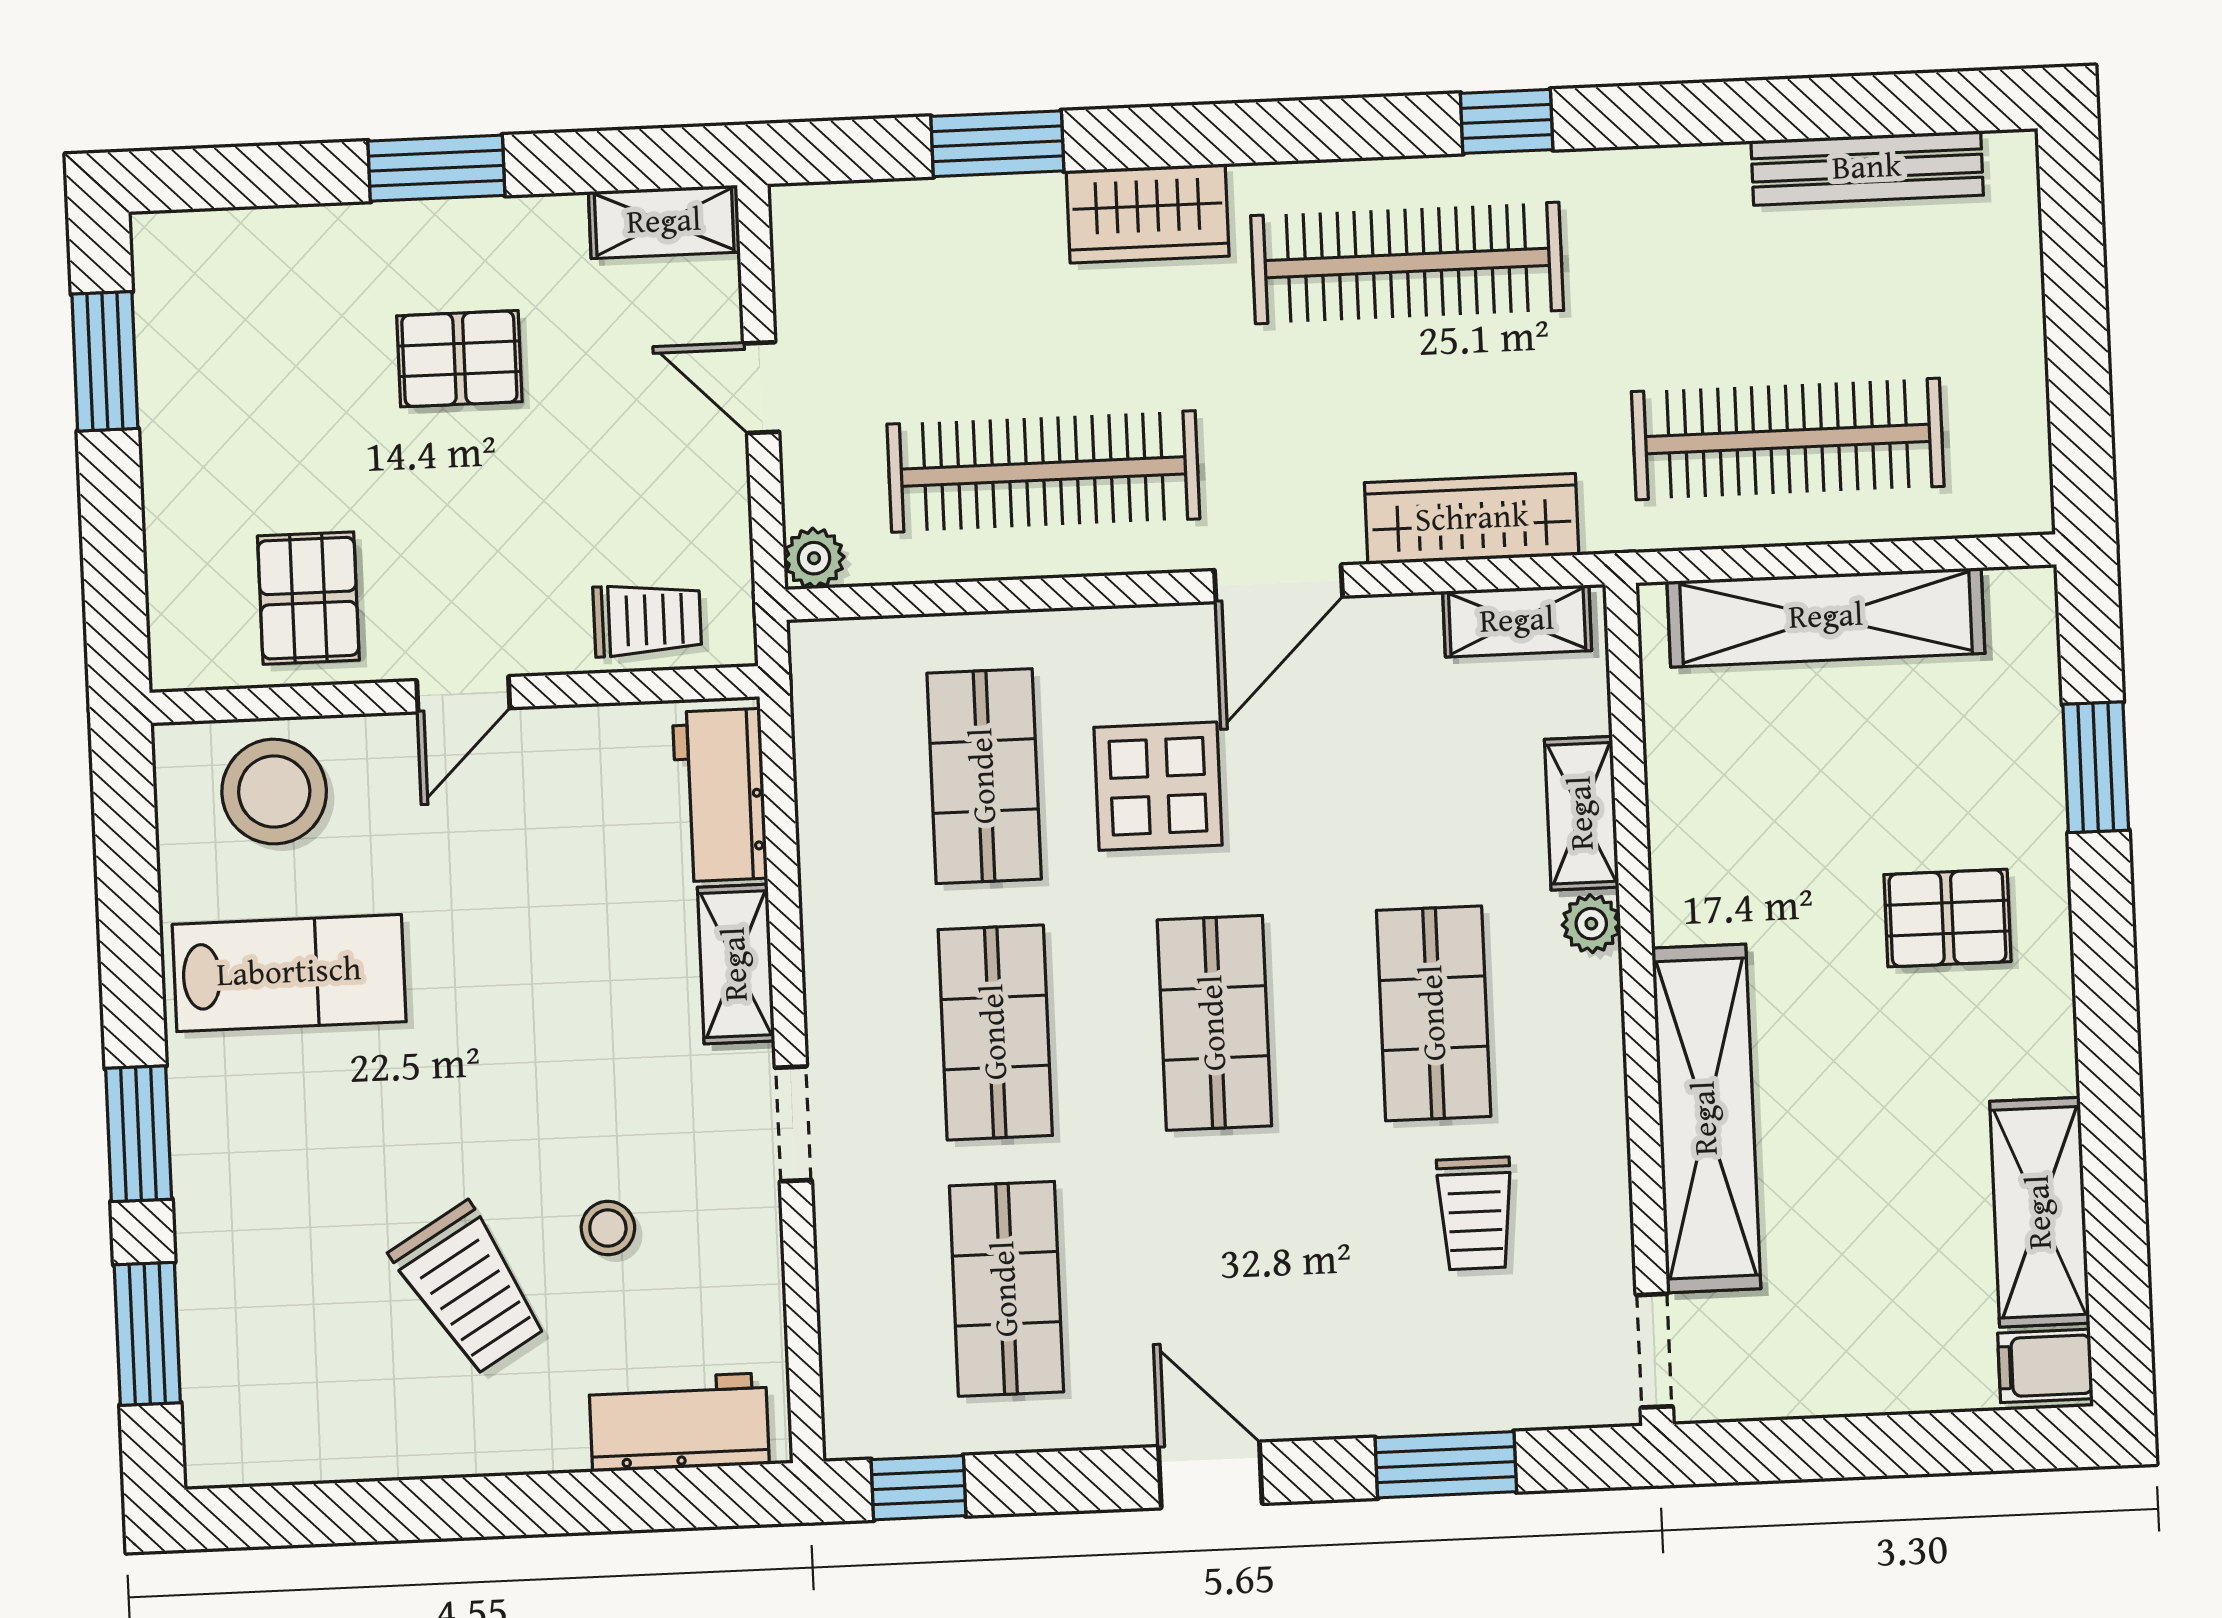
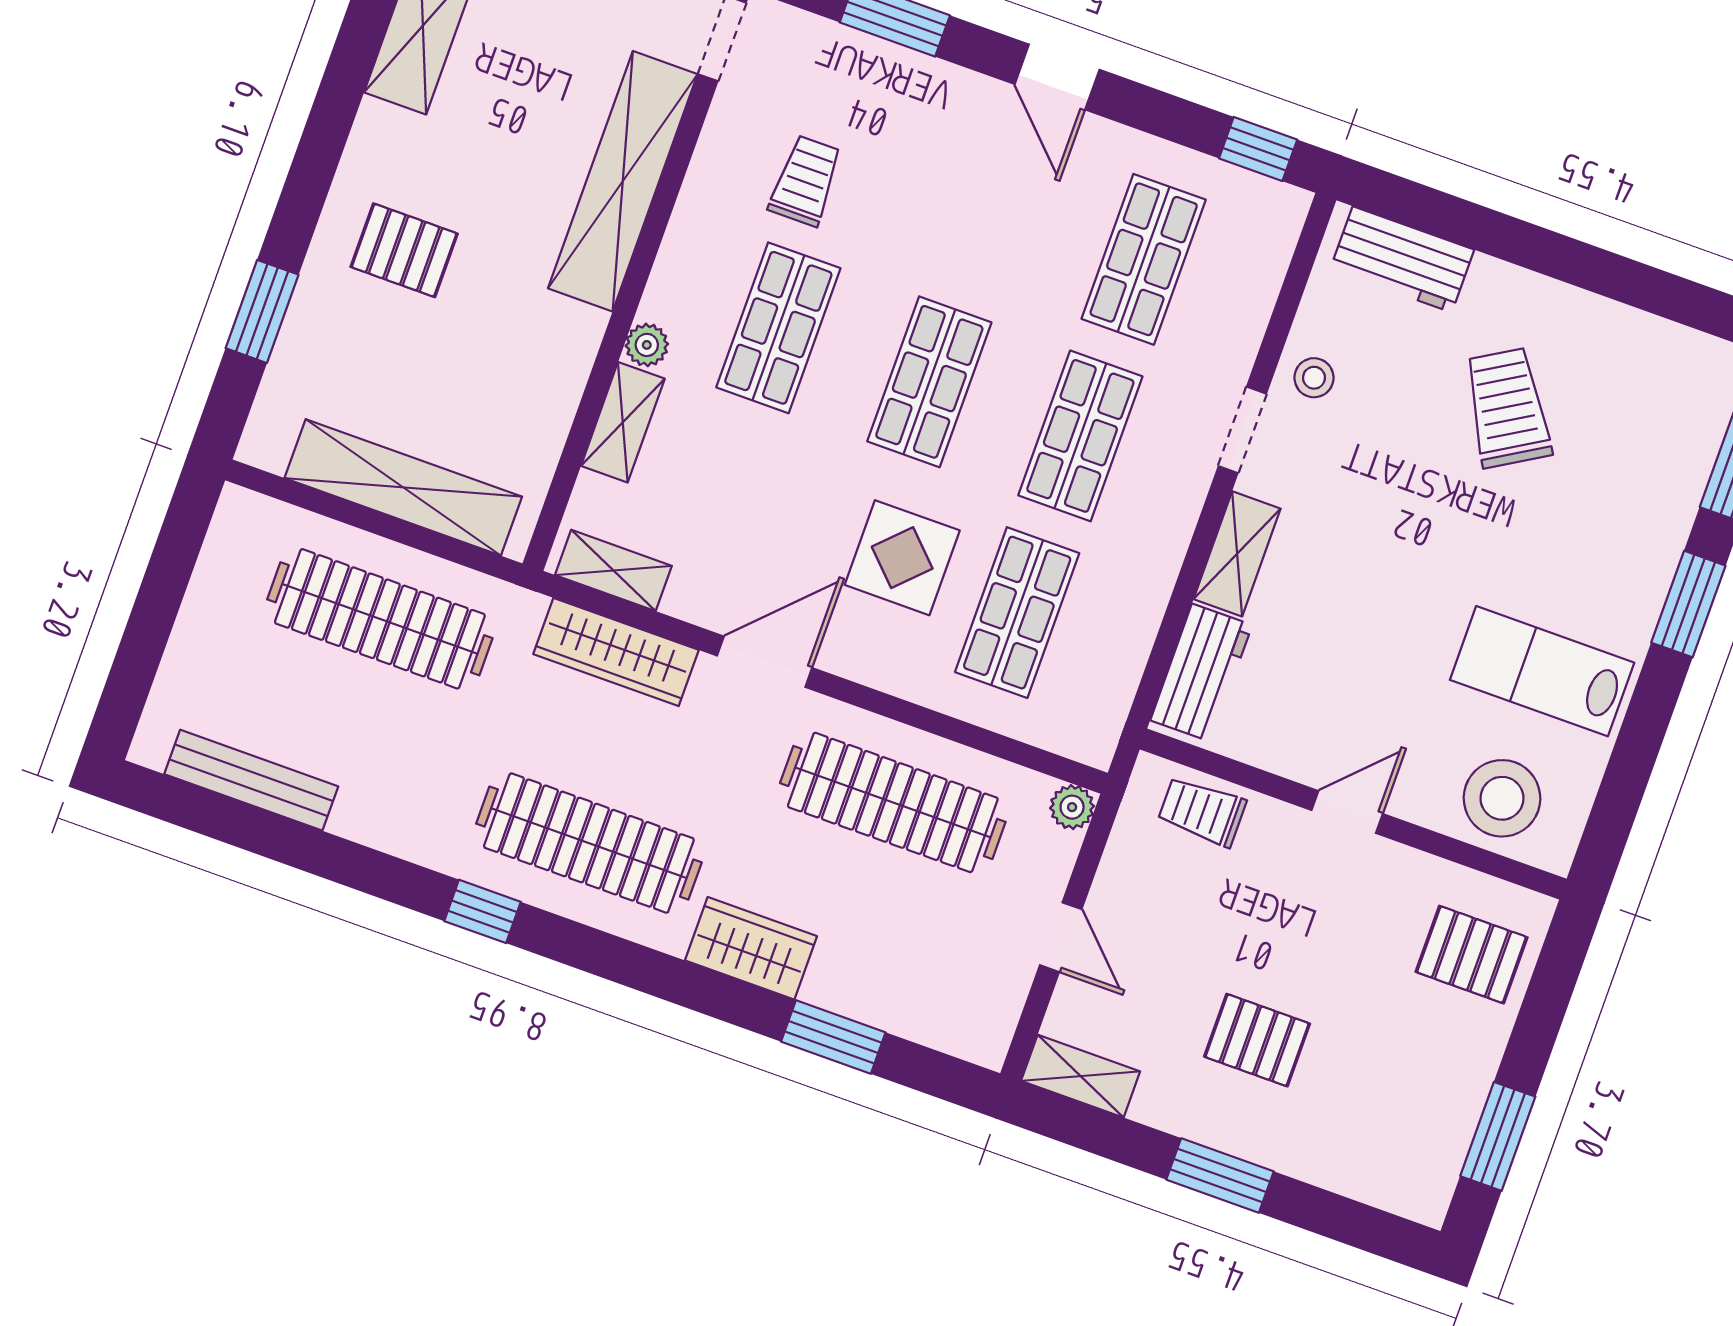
pallet: (308, 598) -> (1472, 955), moved, turned 90
stool: (608, 1228) -> (1314, 378), moved

